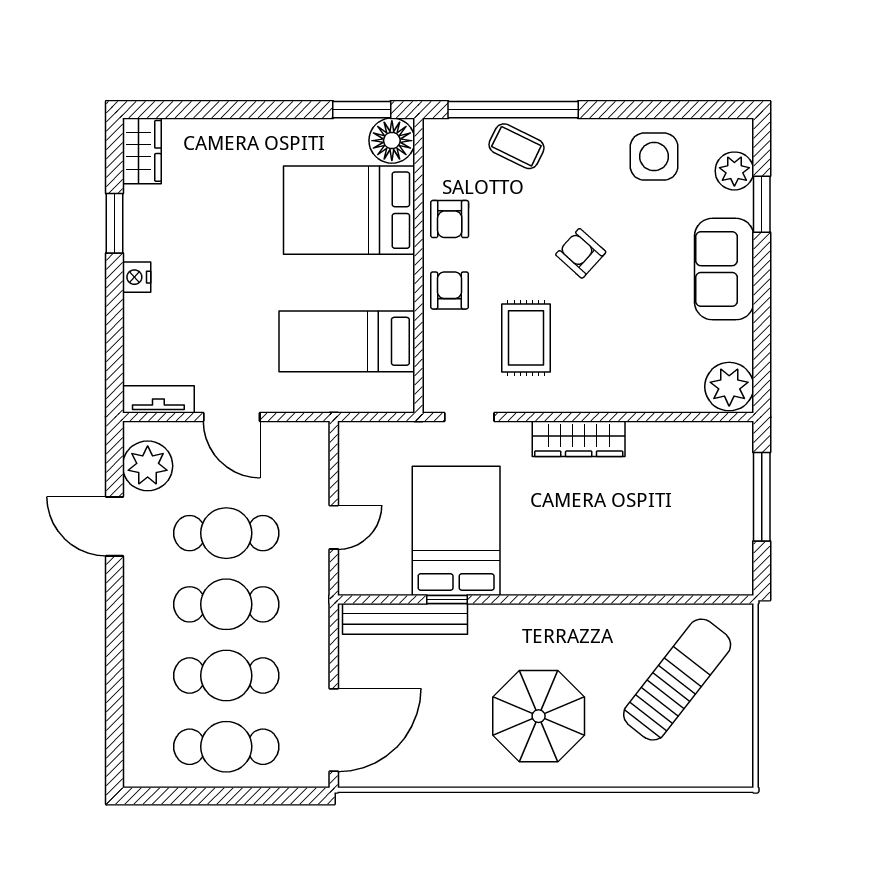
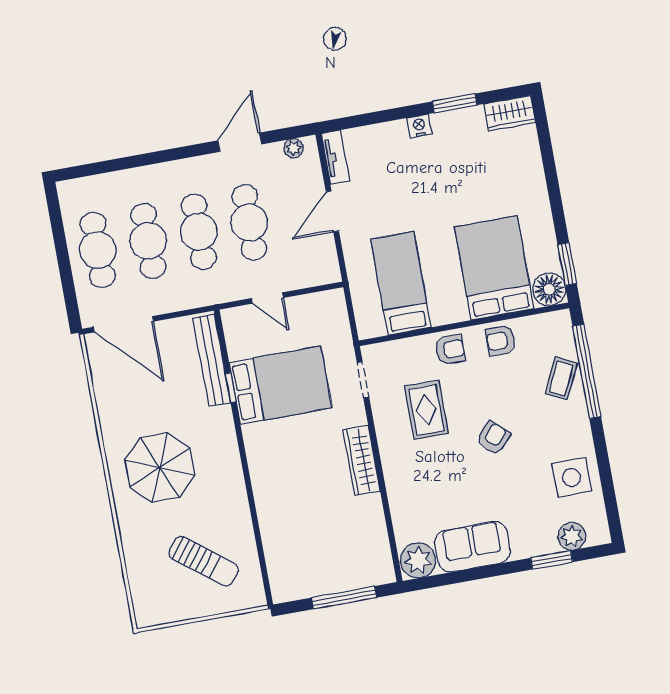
sofa: (724, 269) -> (473, 547), moved
rug: (526, 338) -> (426, 410), turned 90
plant: (148, 466) -> (294, 148), width x0.53, depth x0.53
sun lounger: (677, 680) -> (204, 561), width x0.73, depth x0.75

